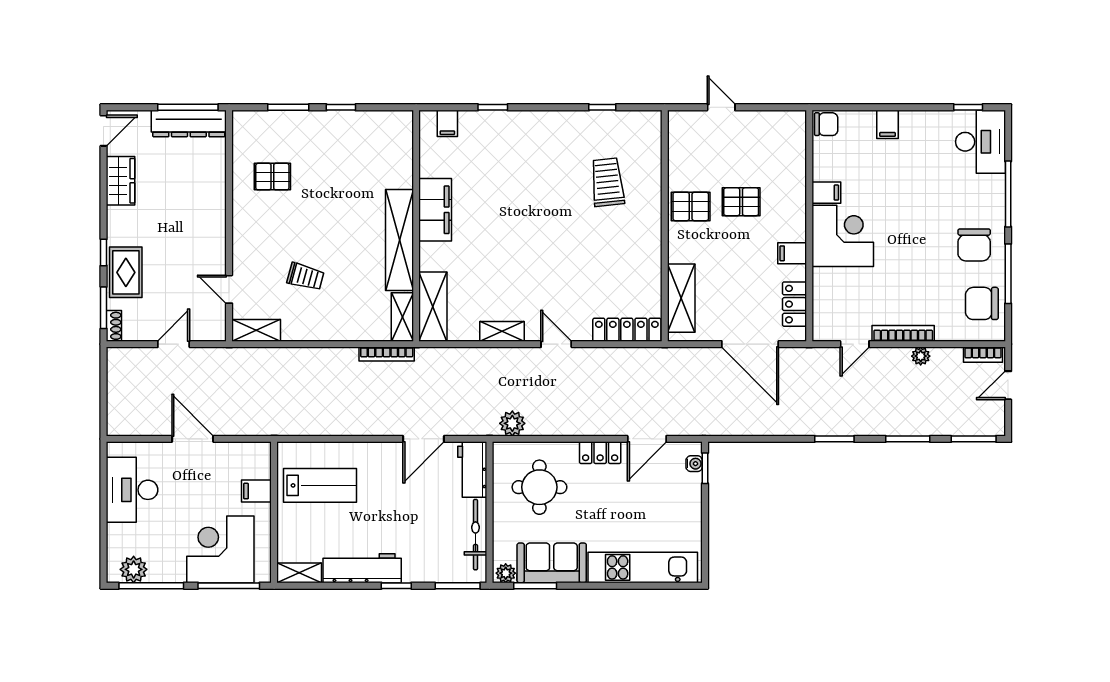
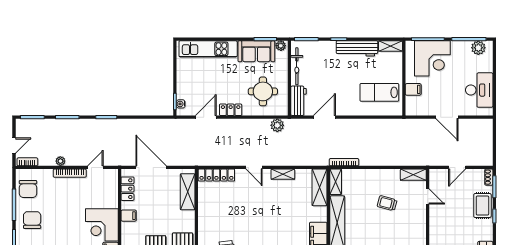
chair: (982, 303) -> (28, 189), turned 90

